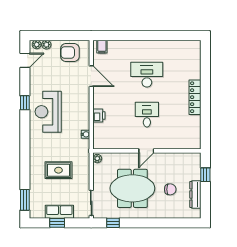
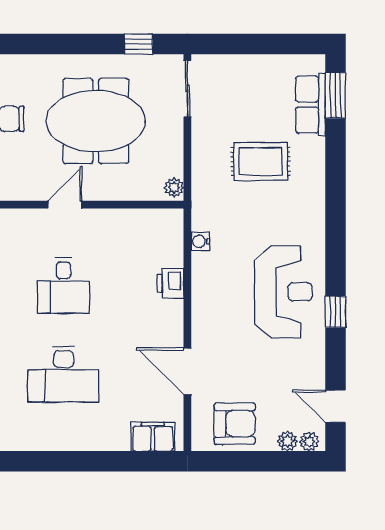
filing cabinet: (102, 47) -> (153, 437), width x2.00
door: (25, 60) -> (335, 406), hinge flipped
row of seats: (59, 212) -> (310, 105), moved, turned 90
window: (57, 223) -> (263, 44), removed

